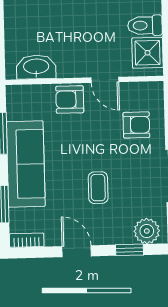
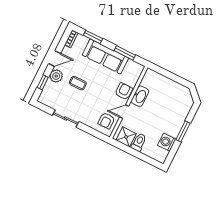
washbasin: (36, 67) -> (140, 96), moved
armchair: (136, 125) -> (106, 121), moved
plant: (147, 231) -> (56, 76), moved

